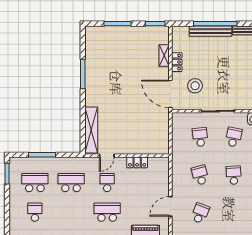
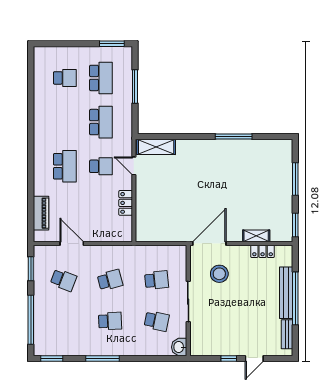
locker: (177, 62) -> (263, 251), moved
shelving: (91, 130) -> (156, 147), width x0.68

